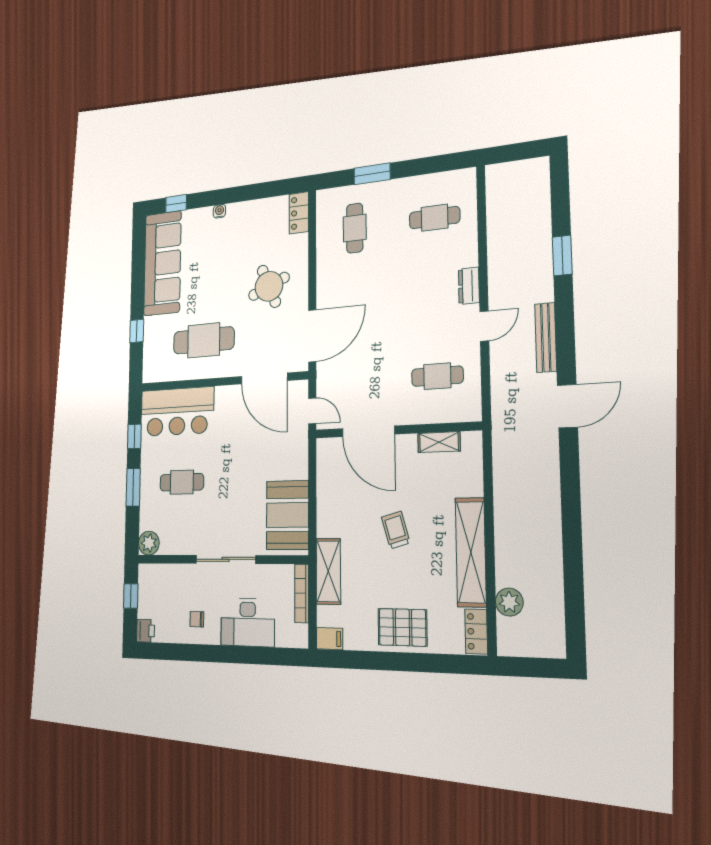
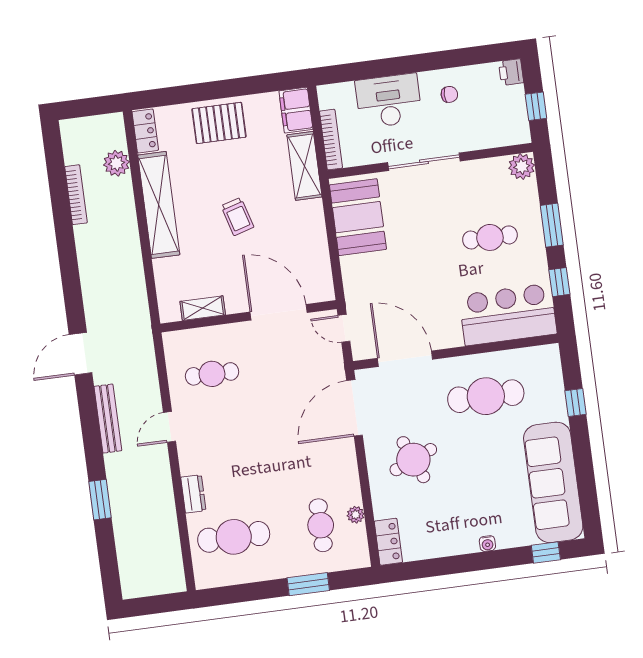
cafe table: (435, 218) -> (234, 537), width x1.37, depth x1.35
plant: (323, 238) -> (356, 515), added
dresser: (469, 286) -> (193, 494), moved
bookcase: (555, 575) -> (76, 195), added
filing cabinet: (330, 639) -> (296, 110), width x2.00

